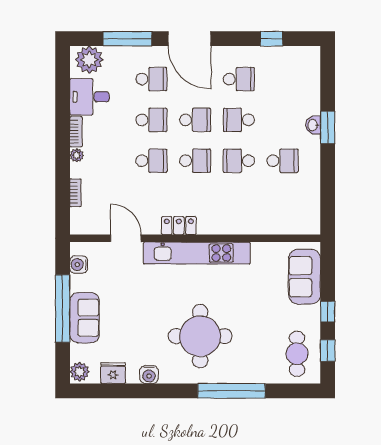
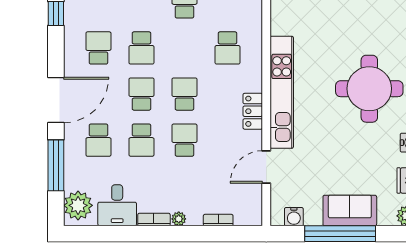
school desk: (151, 79) -> (98, 140), turned 180
school desk: (151, 120) -> (141, 140), turned 180
school desk: (239, 161) -> (227, 48), moved

